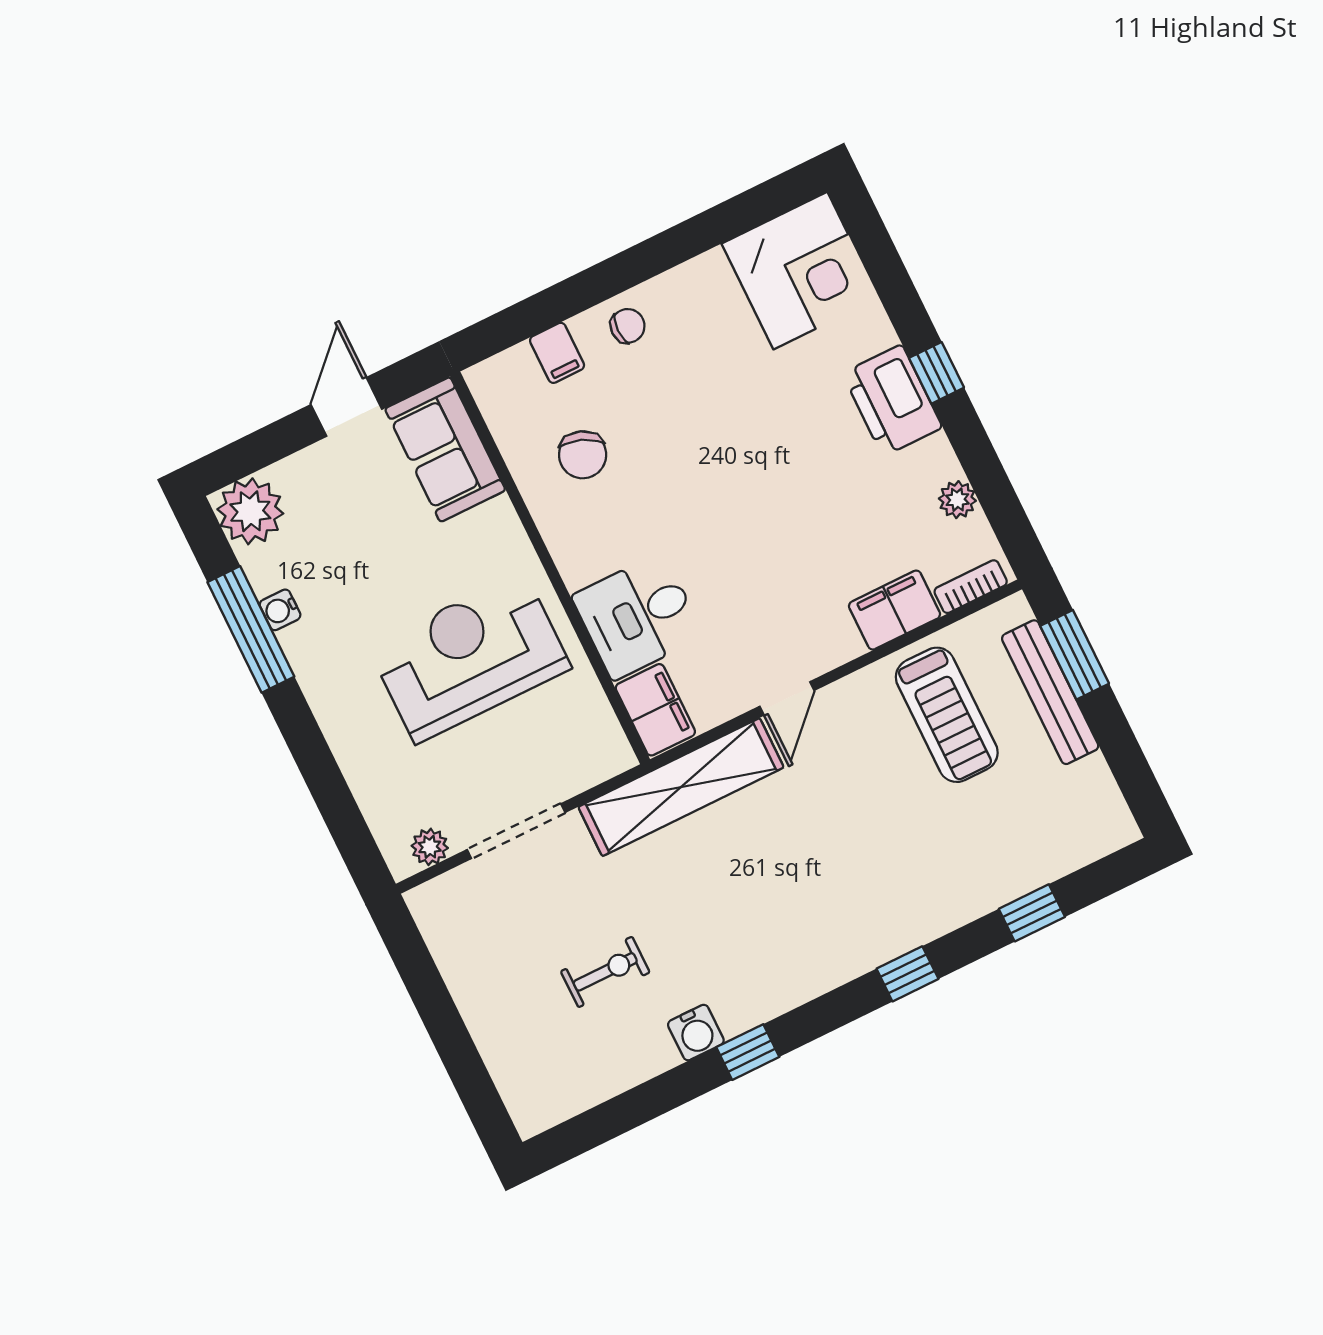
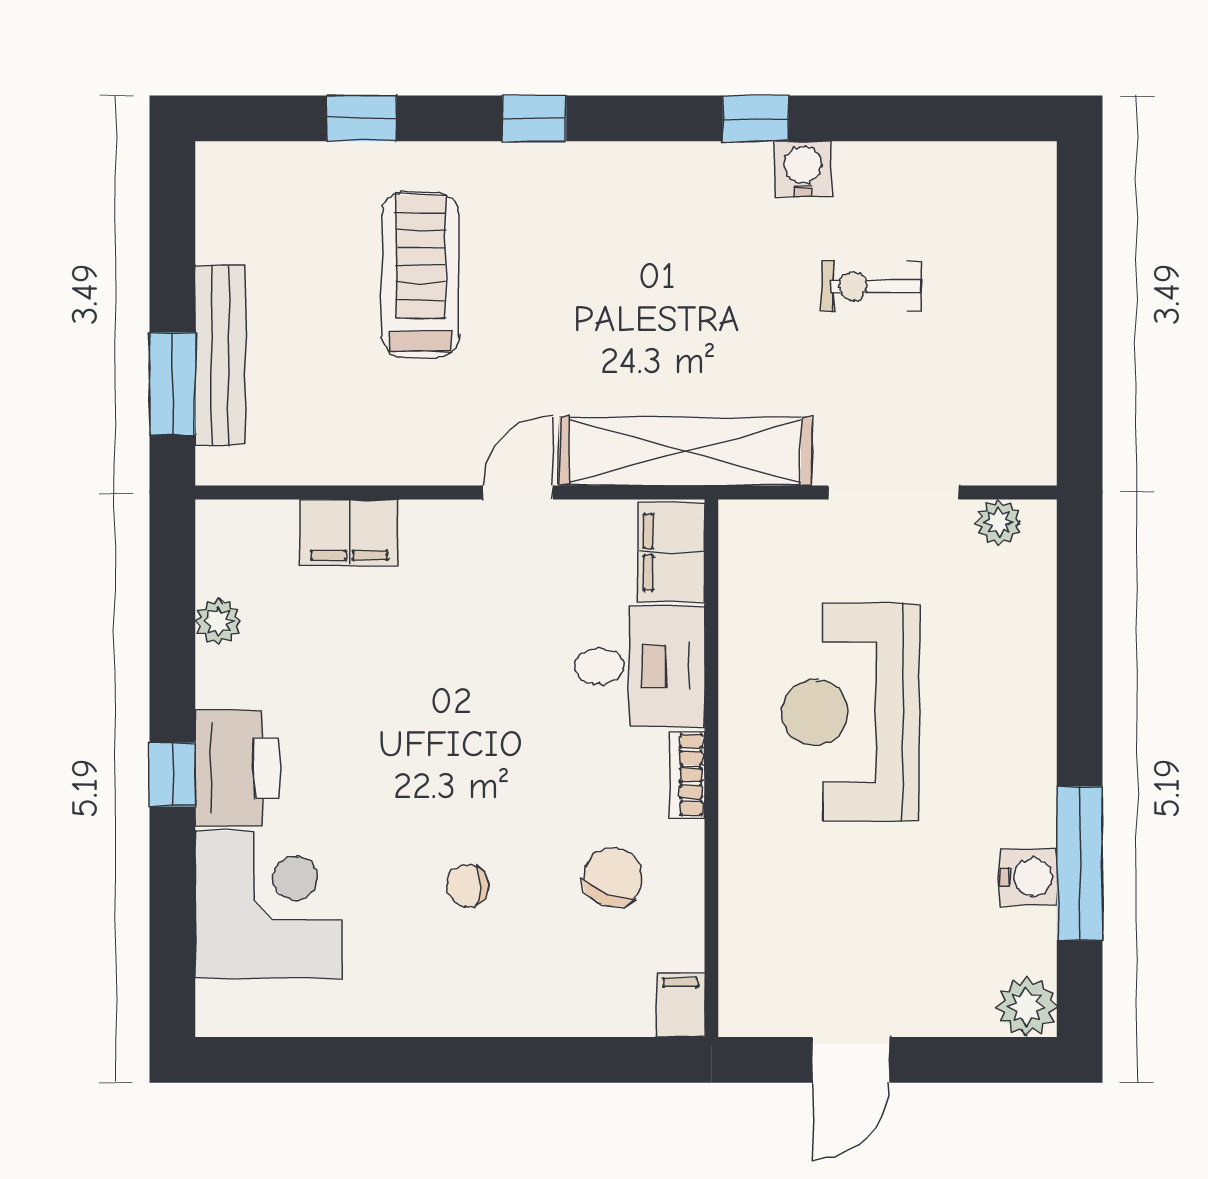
corner desk: (800, 271) -> (269, 904), moved, turned 90
chair: (628, 326) -> (467, 886), moved
filing cabinet: (557, 353) -> (680, 1005), moved
sofa: (445, 449) -> (764, 958), removed
plant: (250, 511) -> (1027, 1007), width x0.73, depth x0.73
bookcase: (971, 587) -> (687, 775), moved, turned 90
water cooler: (280, 610) -> (1029, 877), width x1.38, depth x1.38
reception desk: (470, 657) -> (850, 712), turned 90
treadmill: (947, 715) -> (420, 275), moved

